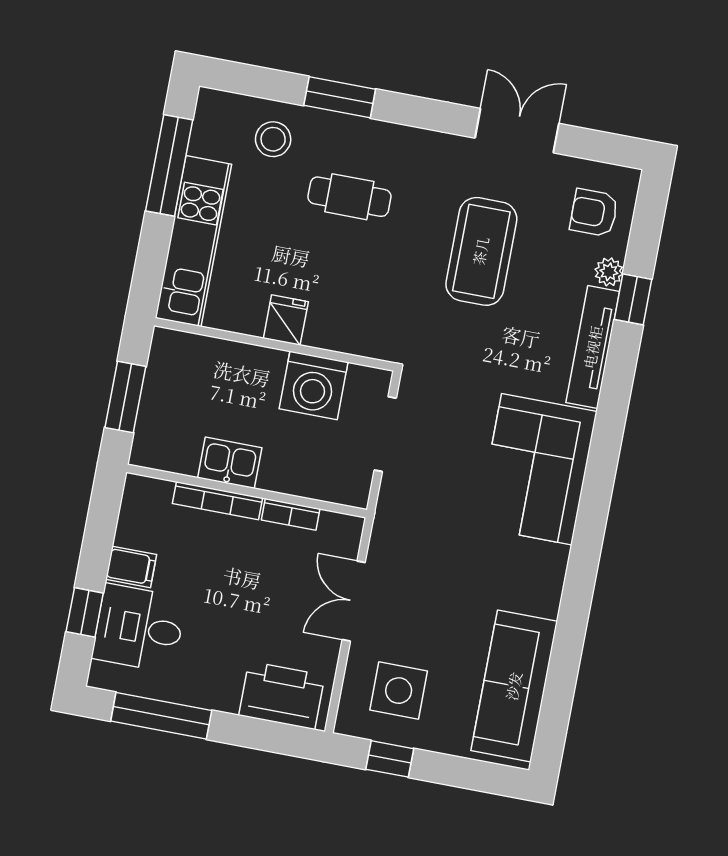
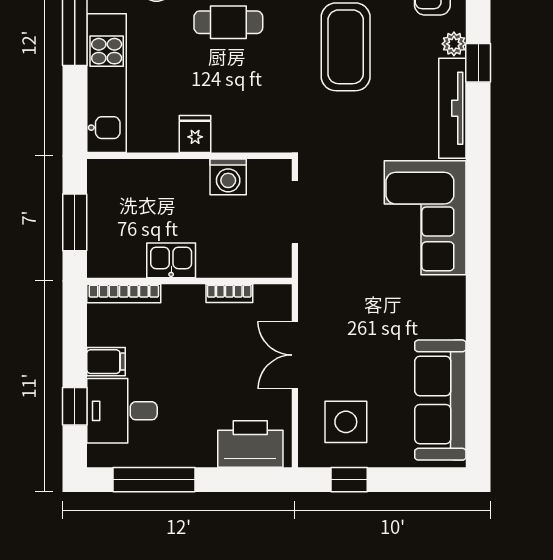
washing machine: (314, 385) -> (228, 177), width x0.73, depth x0.73
bookcase: (217, 501) -> (124, 293), moved

